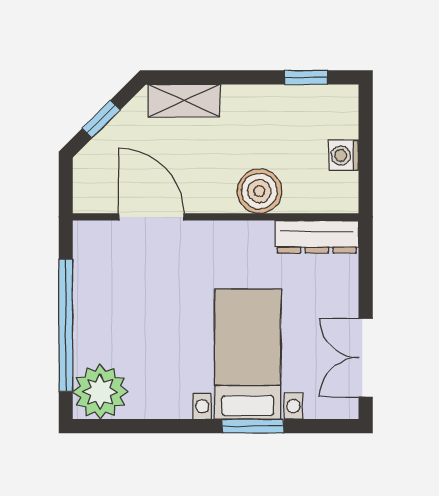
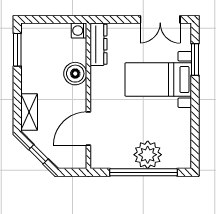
window: (306, 77) -> (17, 50), width x1.50
washing machine: (344, 155) -> (79, 31), moved, turned 90
plant: (100, 392) -> (148, 155), moved
window: (253, 426) -> (195, 60), moved

